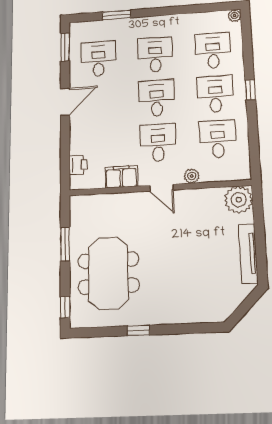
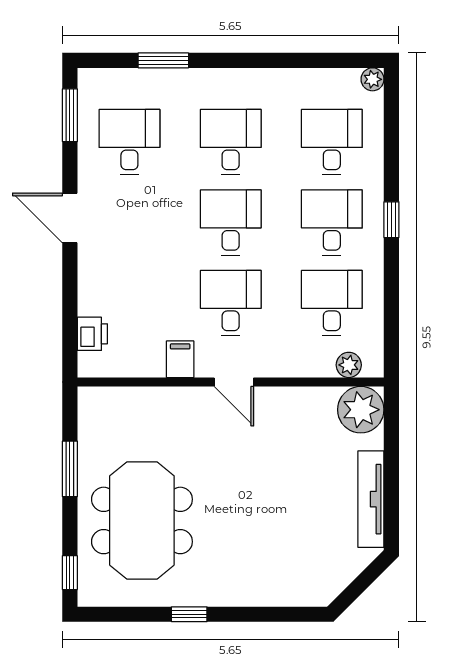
door: (65, 102) -> (70, 218), swing flipped
plant: (192, 176) -> (349, 365), moved
filing cabinet: (121, 177) -> (180, 359), width x0.50

